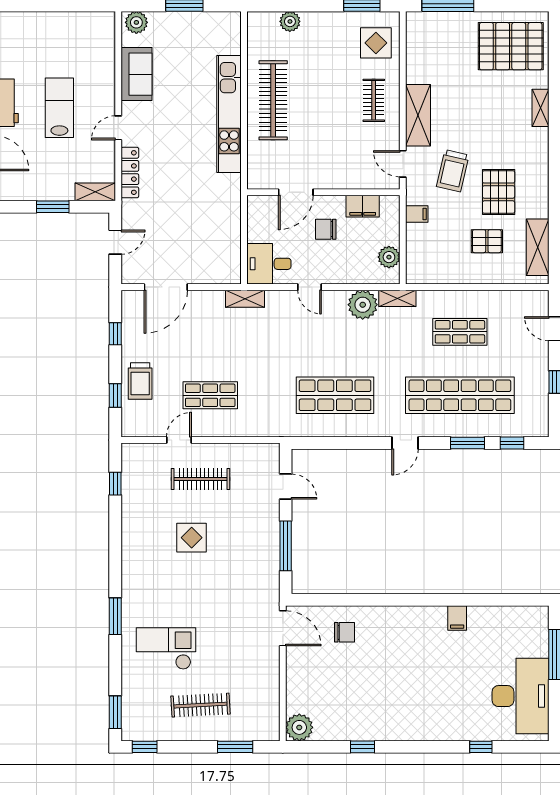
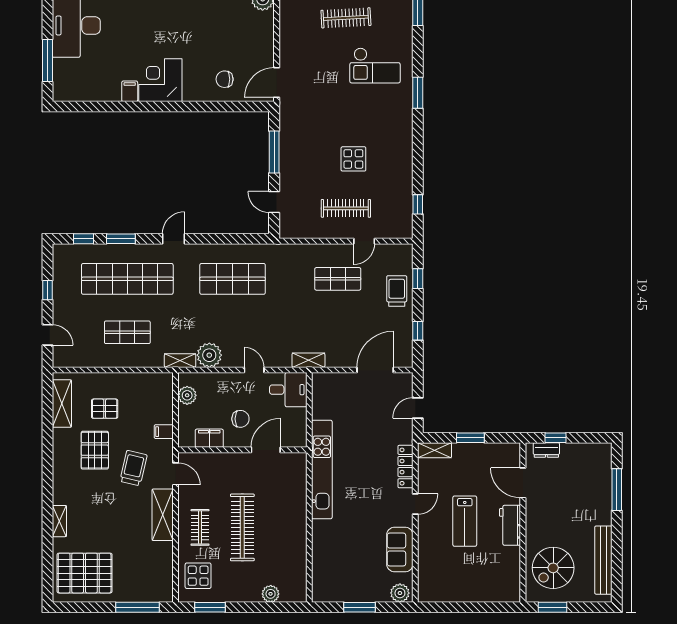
clothes rail: (273, 100) -> (242, 527), moved
kitchen unit: (229, 114) -> (322, 470), moved
door: (283, 628) -> (277, 83), hinge flipped
corner desk: (421, 631) -> (160, 80), added

